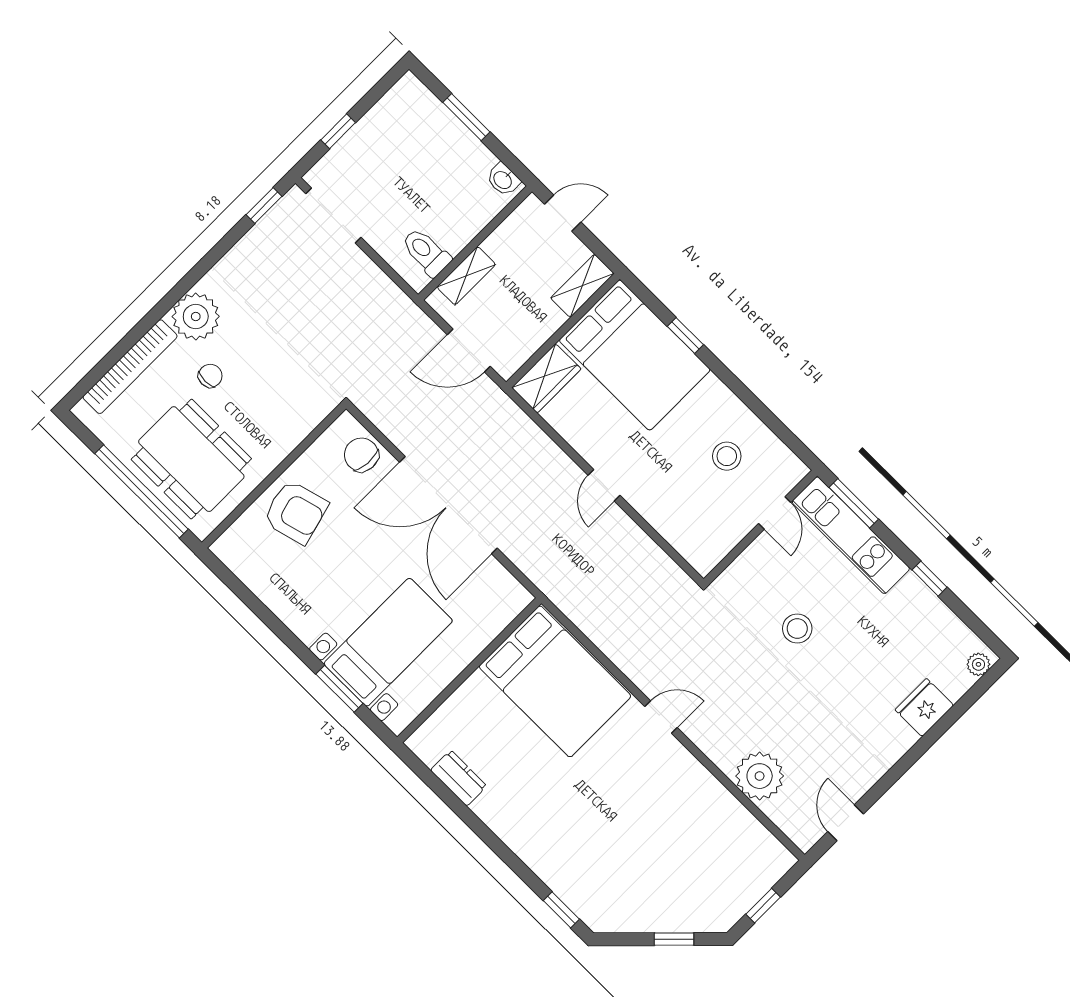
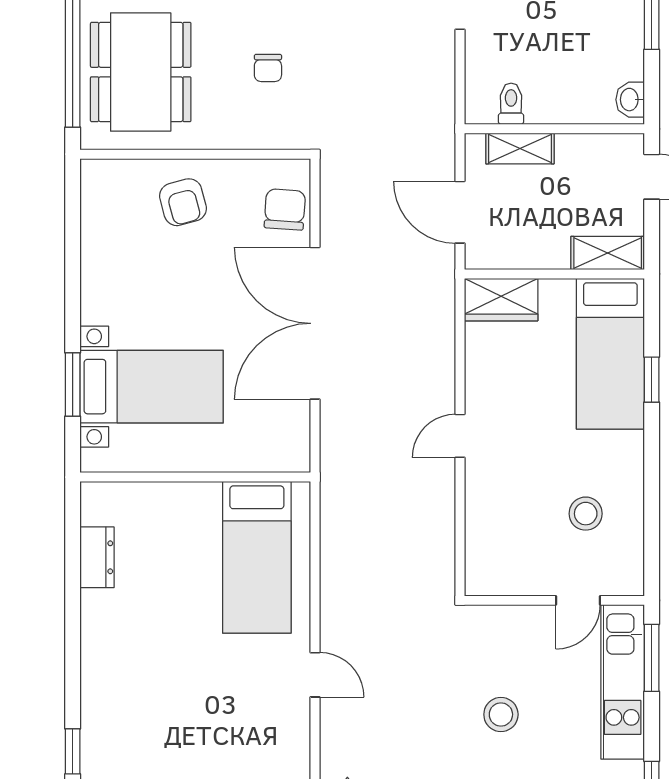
toilet: (426, 252) -> (511, 104), width x0.73, depth x0.72
bed: (635, 355) -> (610, 354), width x0.67
chair: (210, 376) -> (268, 68), moved, turned 90
armchair: (296, 512) -> (183, 202), width x0.72, depth x0.72
bed: (555, 681) -> (257, 557), width x0.67

